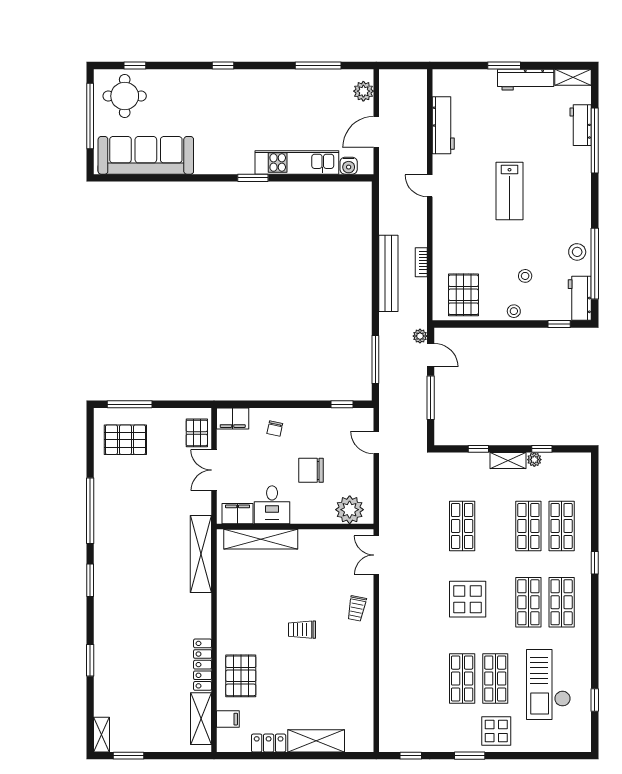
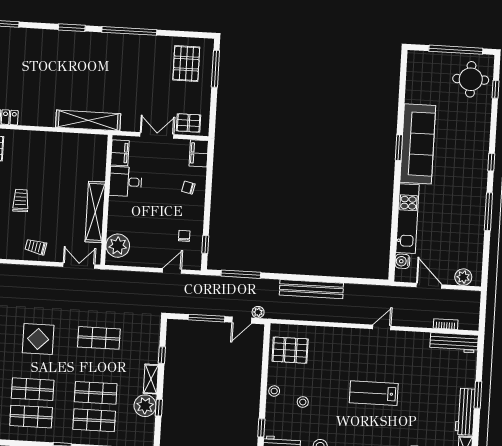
window: (318, 65) -> (488, 212), moved
workbench: (443, 125) -> (454, 343), moved
sofa: (146, 155) -> (418, 144), moved
window: (253, 178) -> (399, 148), moved
bookcase: (421, 262) -> (446, 324), moved
plant: (534, 460) -> (145, 406), width x1.88, depth x1.88
chair: (311, 470) -> (184, 236), moved, width x0.54, depth x0.54
shelving: (261, 539) -> (95, 212), moved

